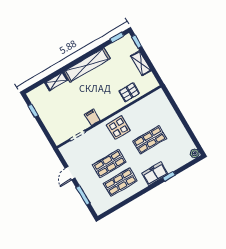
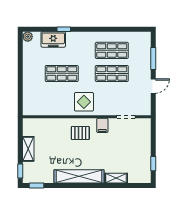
pallet: (129, 92) -> (80, 133), moved
freezer: (155, 174) -> (53, 39), moved

